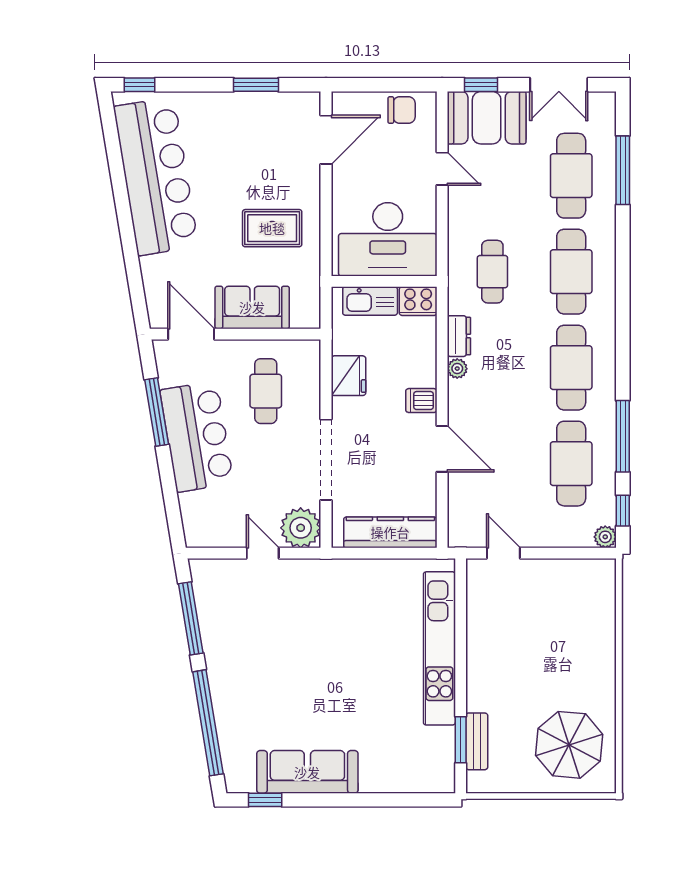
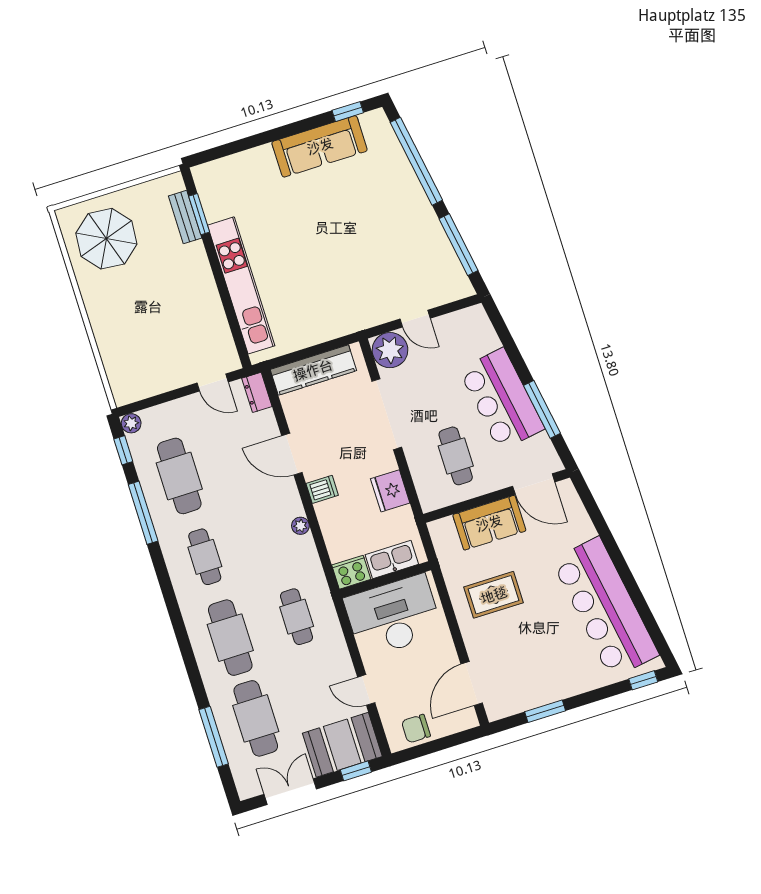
dresser: (459, 336) -> (257, 392), moved
cafe table: (571, 368) -> (205, 557), width x0.73, depth x0.74

